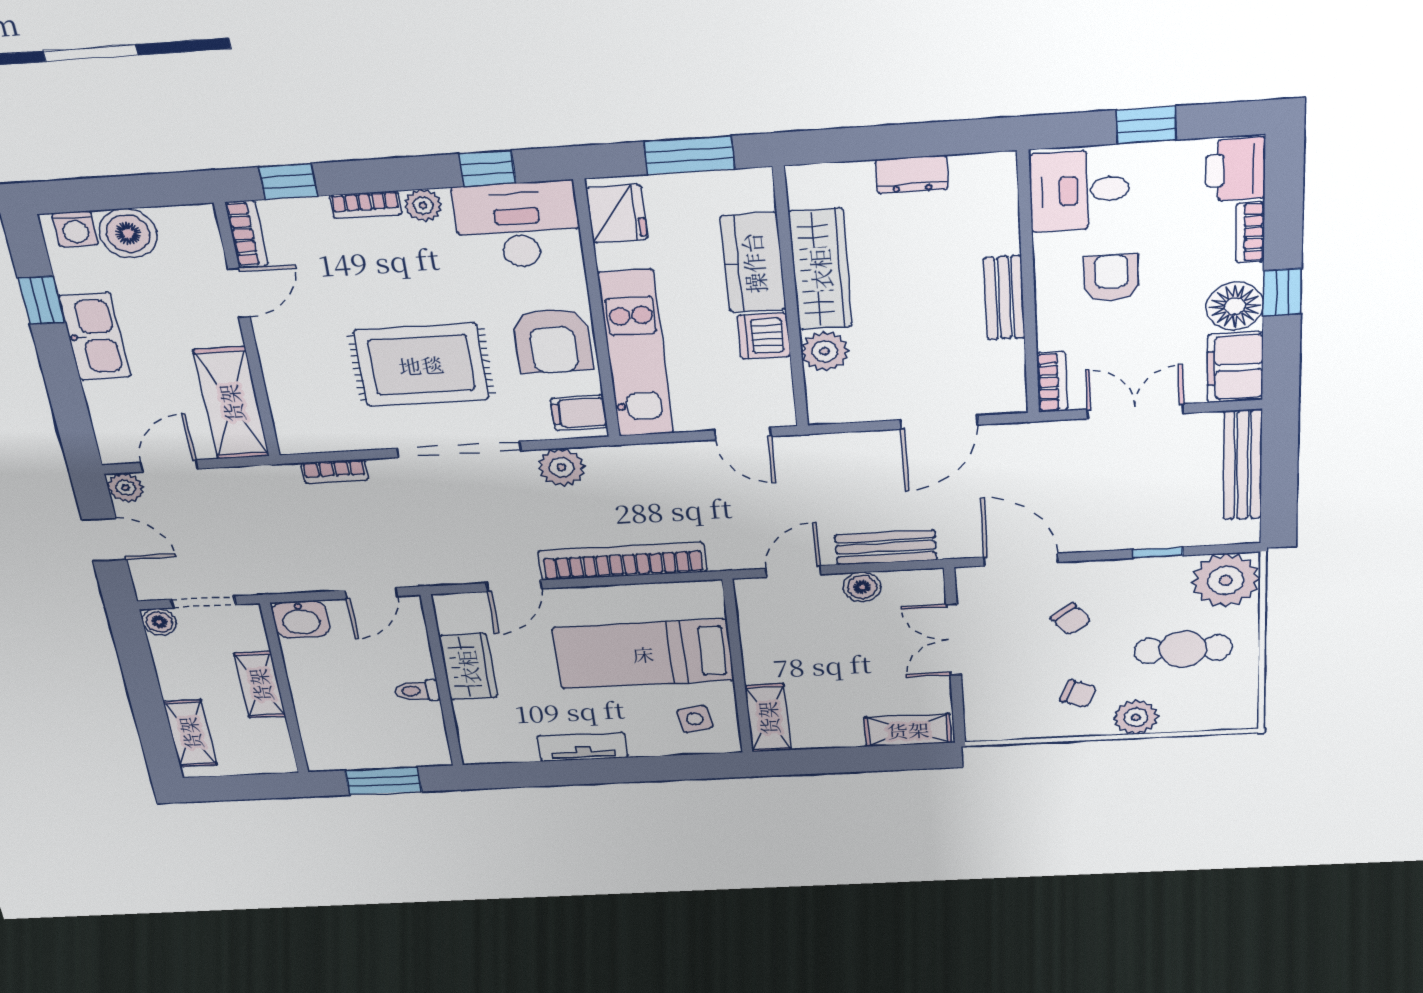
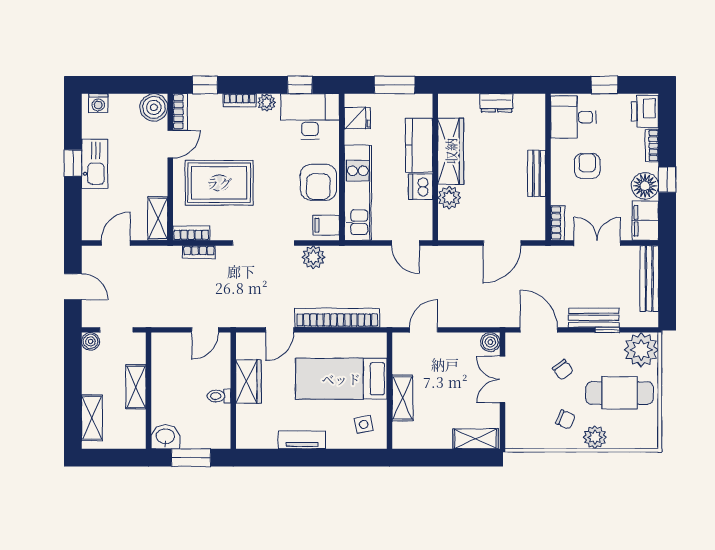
fridge: (617, 214) -> (357, 118), width x0.72
boiler: (128, 233) -> (154, 107), moved
window: (41, 300) -> (73, 163), moved
rug: (421, 365) -> (219, 183), moved
shelving: (231, 403) -> (158, 219), width x0.67, depth x0.75
bookcase: (313, 441) -> (191, 233), added
plant: (126, 488) -> (91, 255), removed
bench: (886, 547) -> (594, 318), moved
boiler: (862, 587) -> (490, 342), moved
washbasin: (301, 619) -> (165, 437), moved, turned 180
cafe table: (1183, 649) -> (620, 393), width x1.37, depth x1.35
shelving: (768, 718) -> (402, 398), moved

